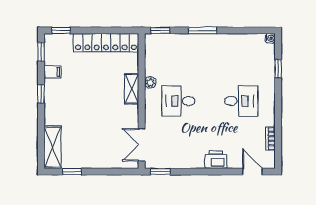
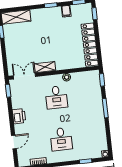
shelving: (132, 89) -> (45, 67), moved
desk: (178, 101) -> (56, 97), turned 180
printer: (216, 160) -> (19, 116), moved
door: (252, 172) -> (14, 142), moved

